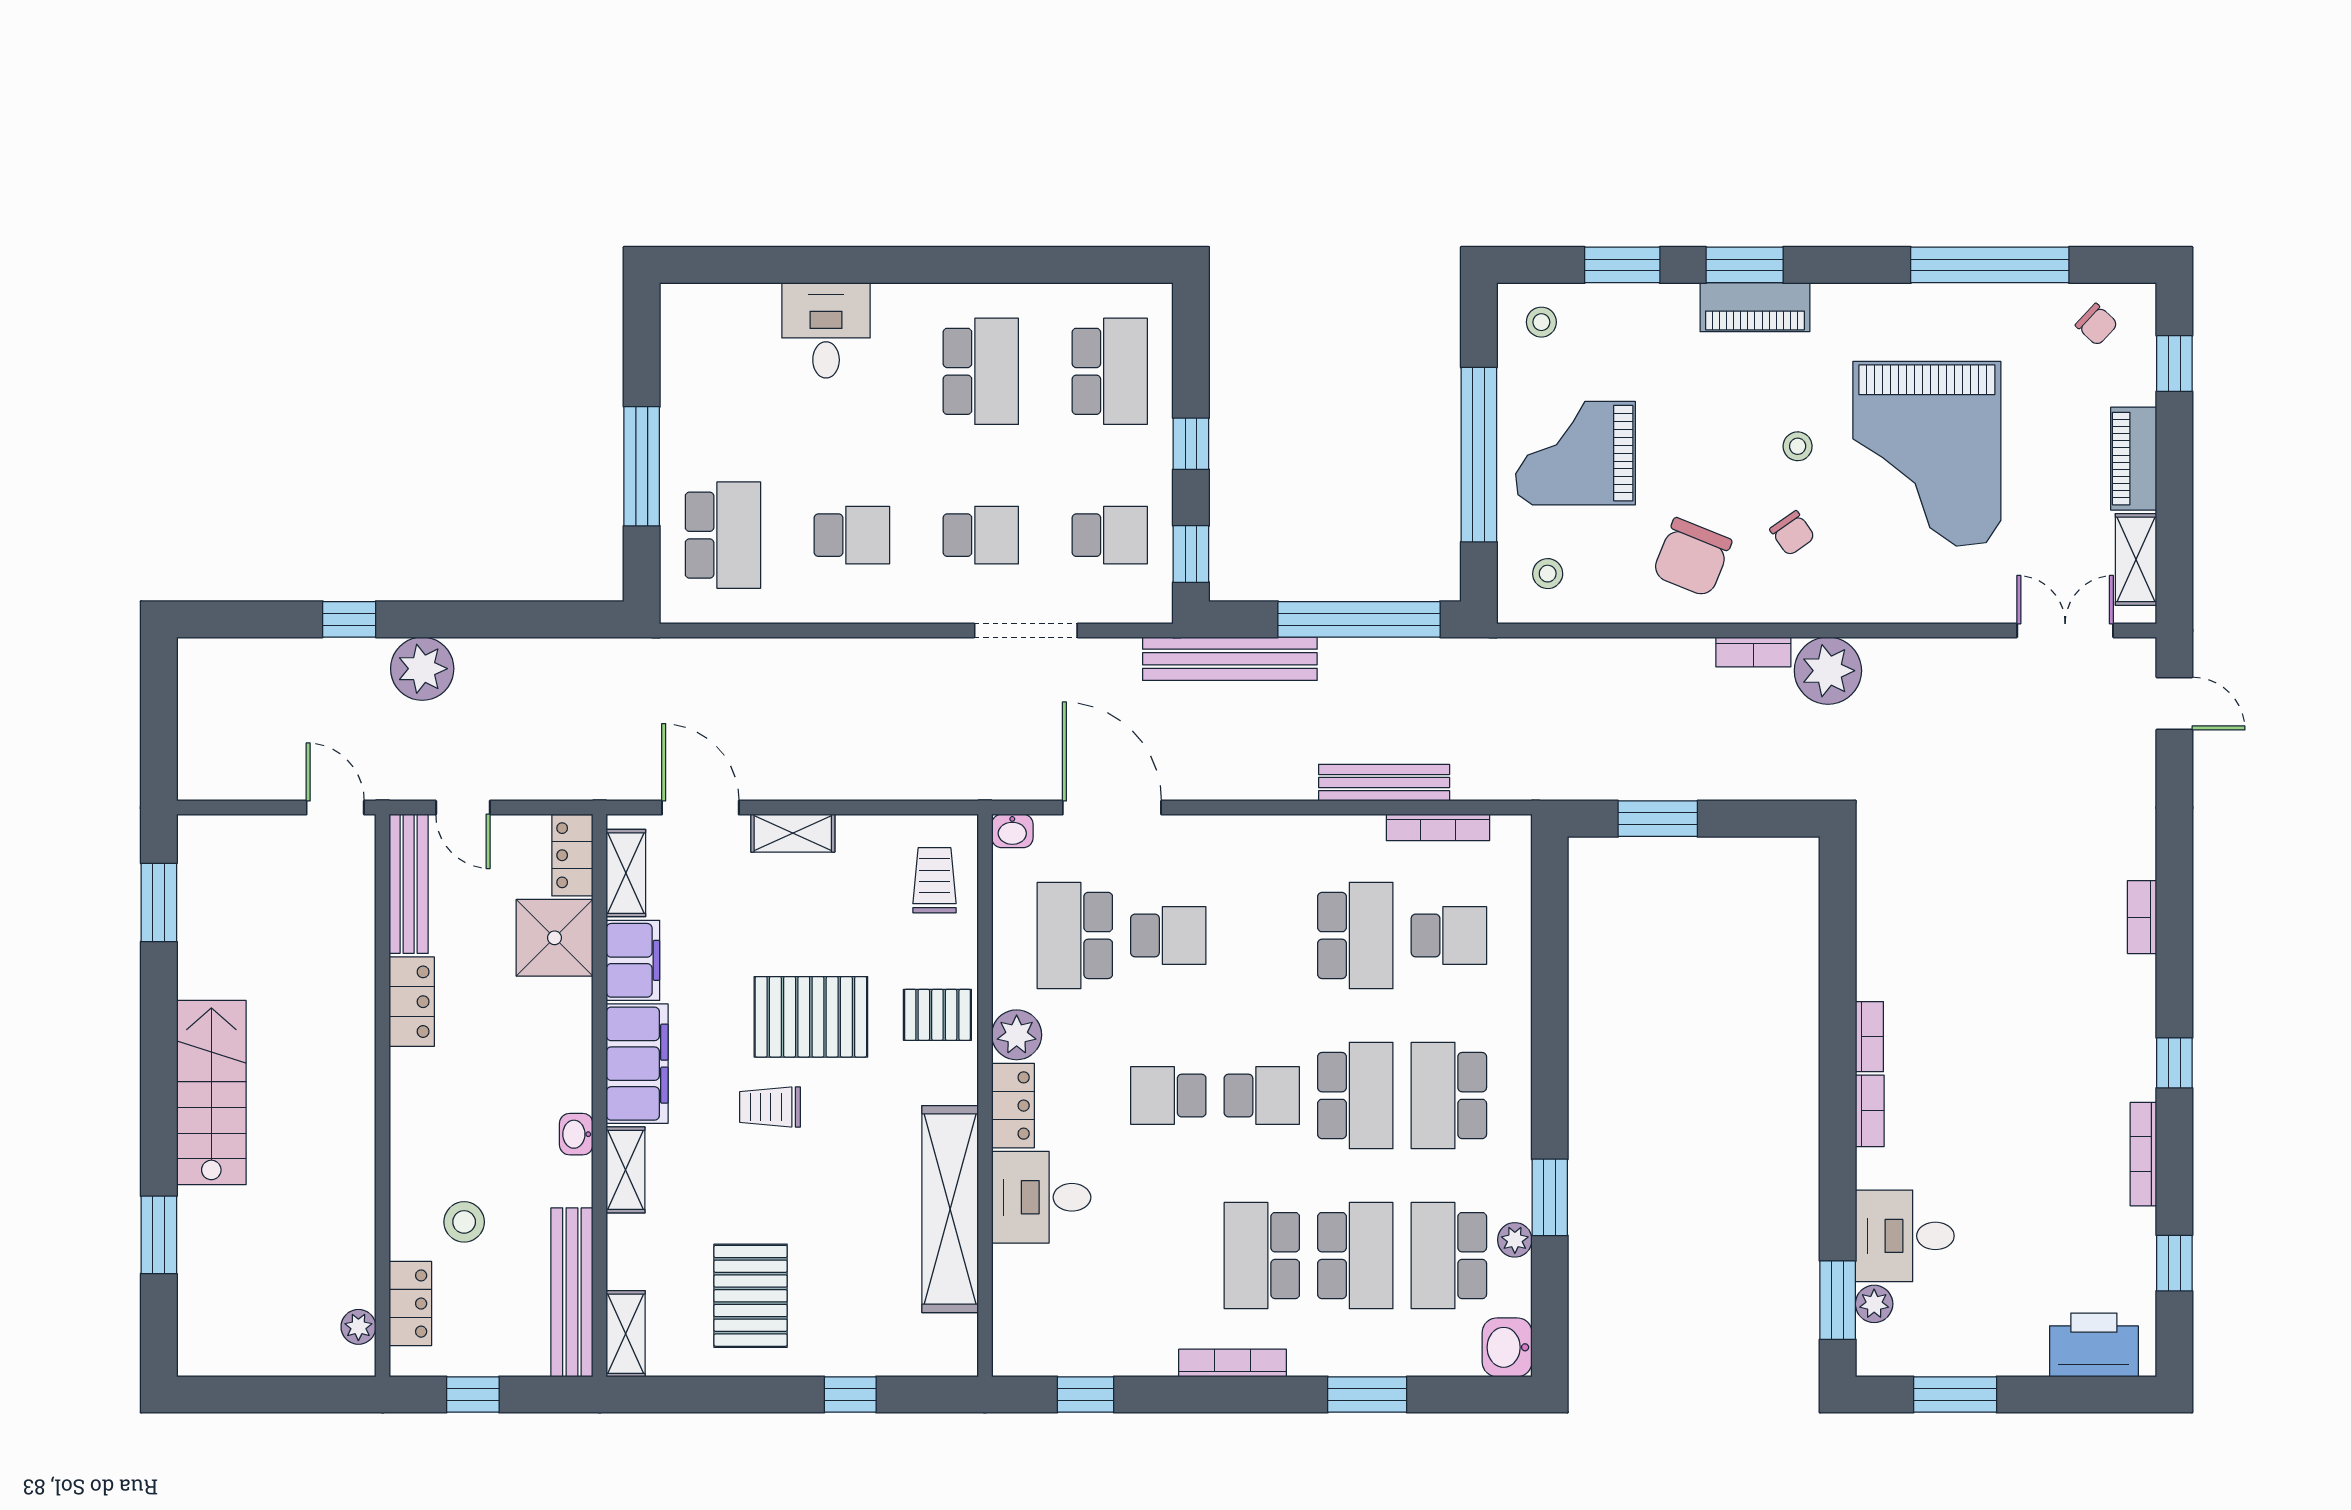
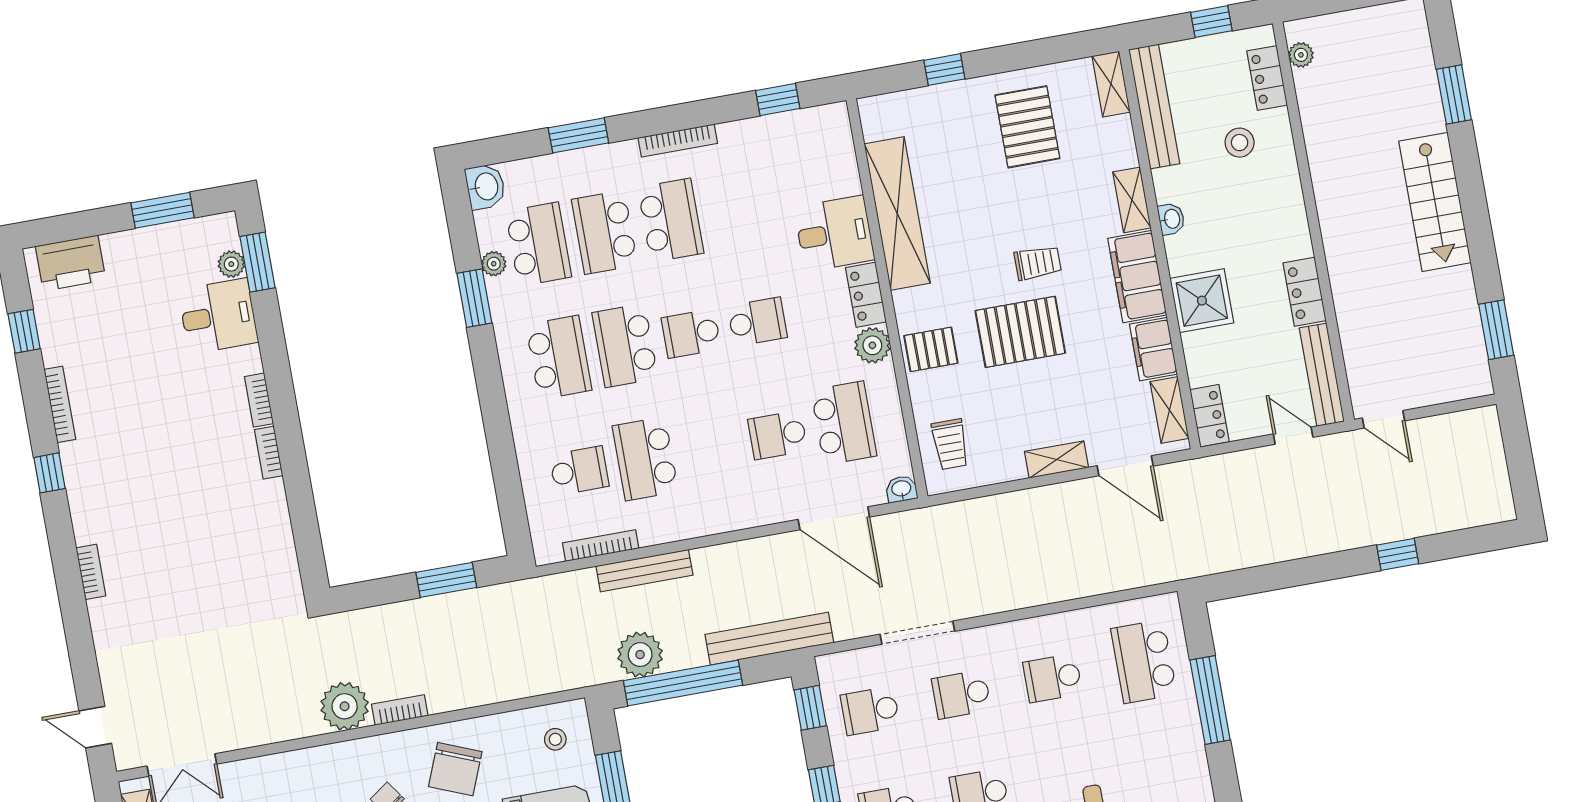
chair: (1692, 557) -> (455, 769), turned 180
plant: (422, 669) -> (640, 655), moved
school desk: (1449, 935) -> (579, 471), turned 180
shower: (555, 938) -> (1202, 301), moved

